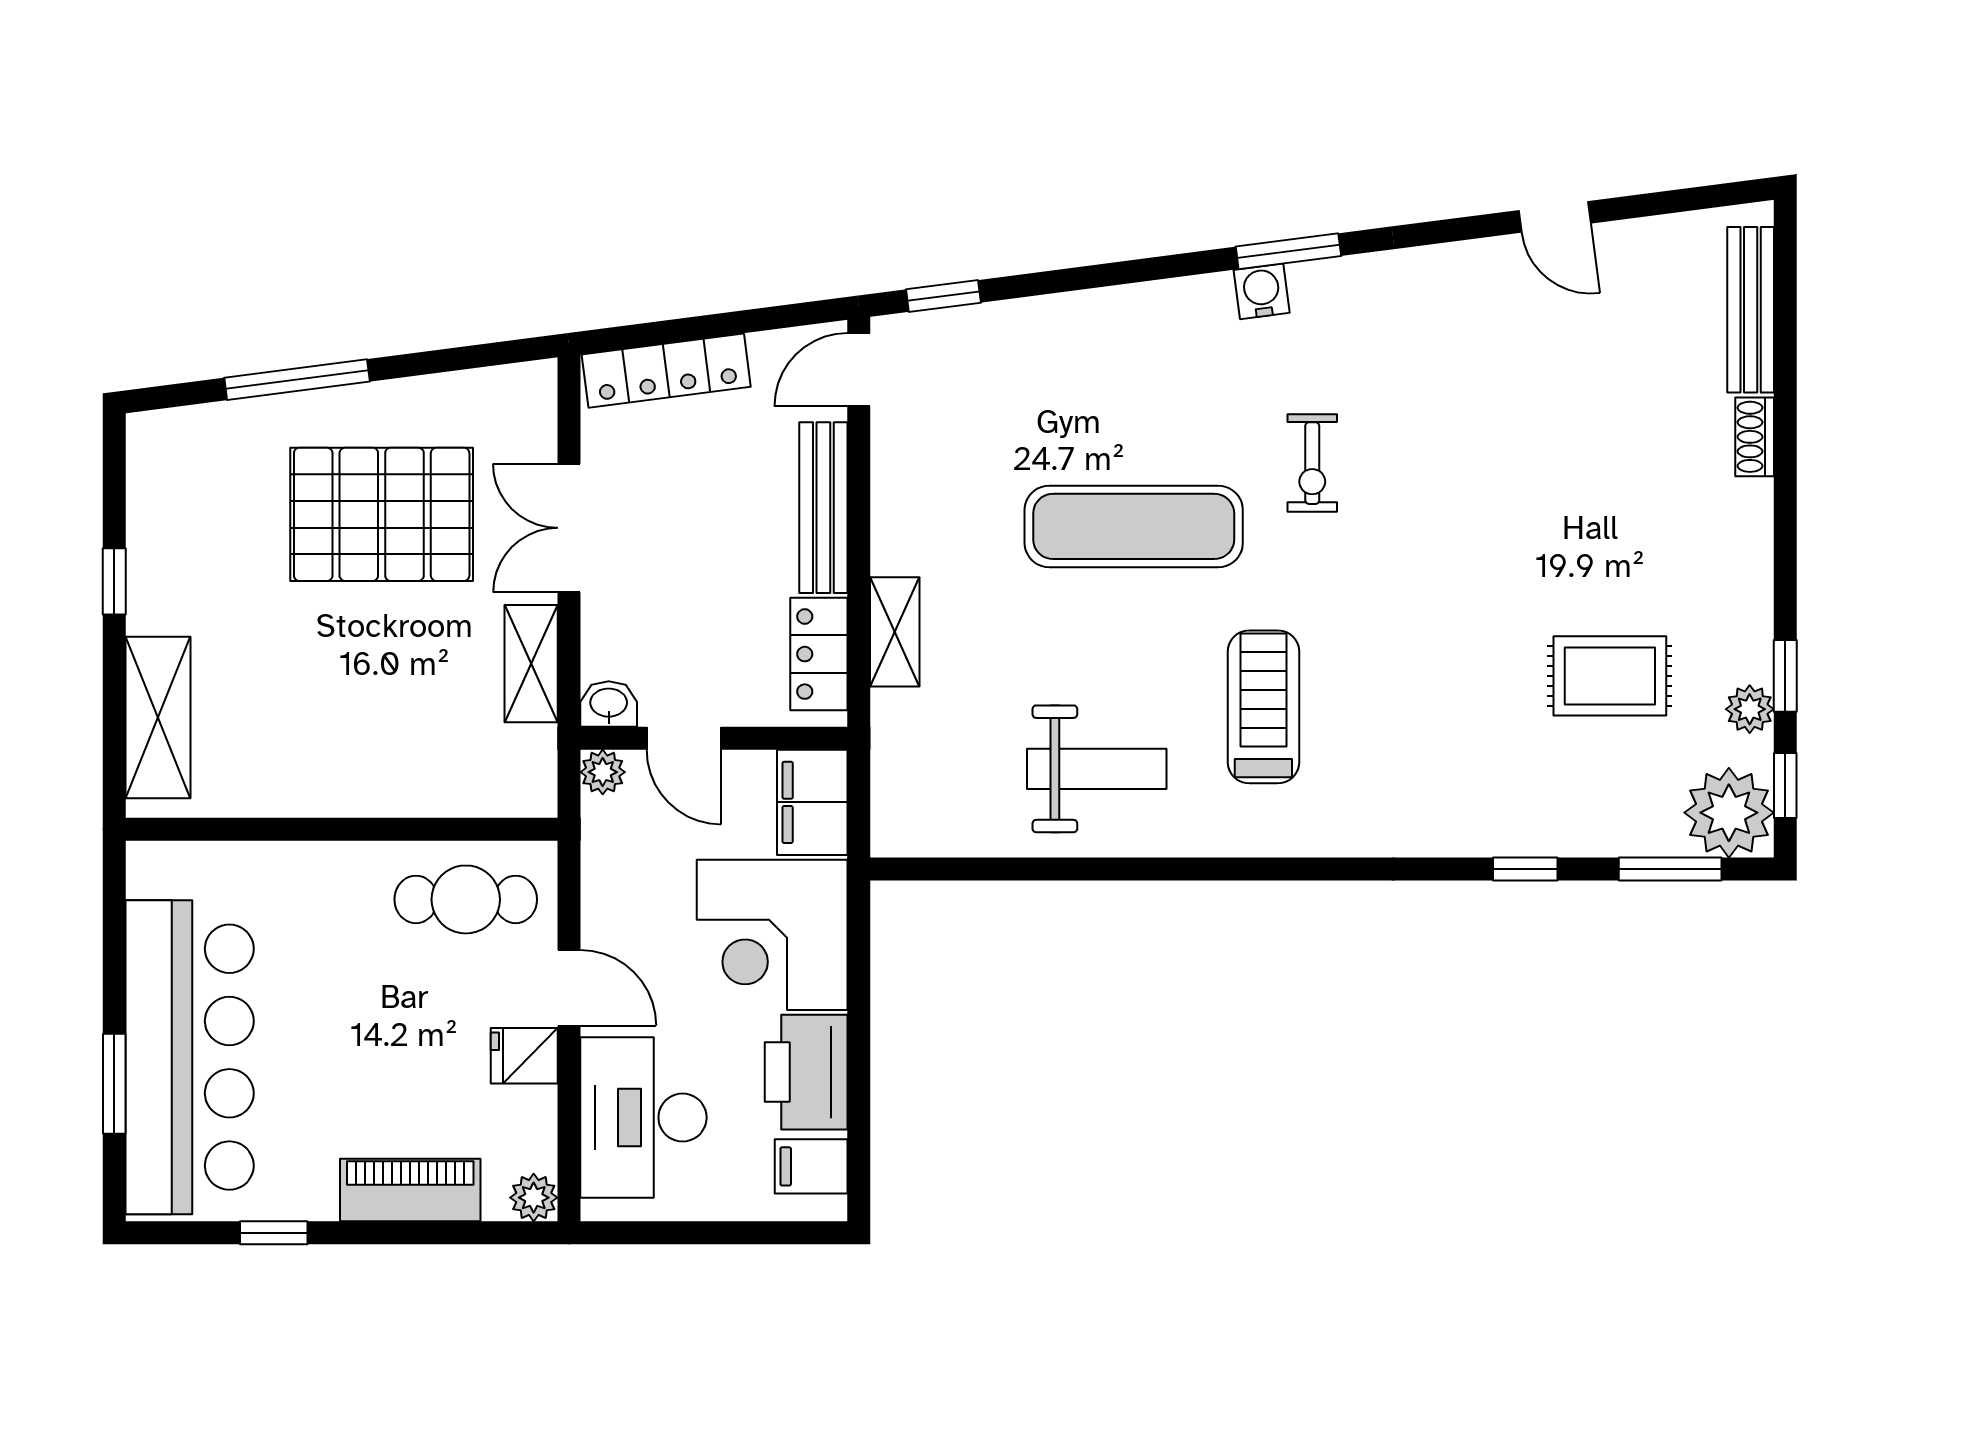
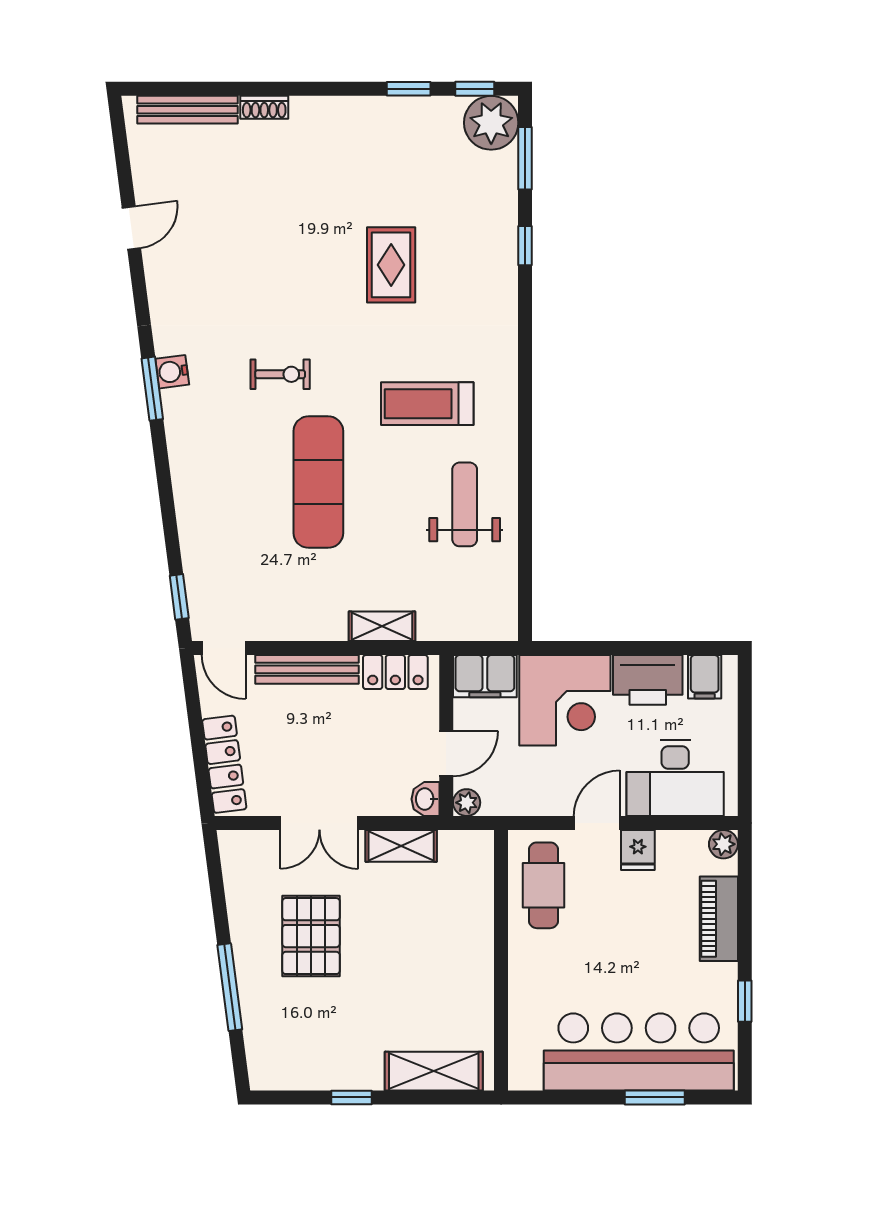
water cooler: (1262, 291) -> (172, 372), moved
pallet: (382, 514) -> (311, 936), width x0.73, depth x0.71
rug: (1610, 676) -> (391, 265), moved
plant: (1750, 709) -> (429, 110), removed

